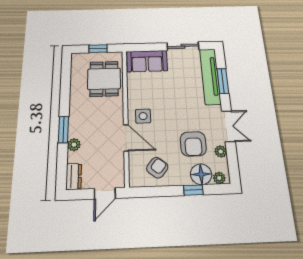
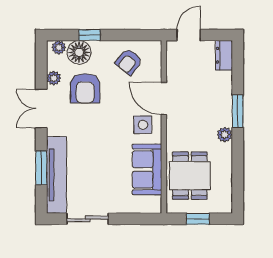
sofa: (147, 61) -> (147, 169), moved, turned -90
armchair: (193, 144) -> (85, 88), turned 180
plant: (74, 145) -> (225, 135), moved

